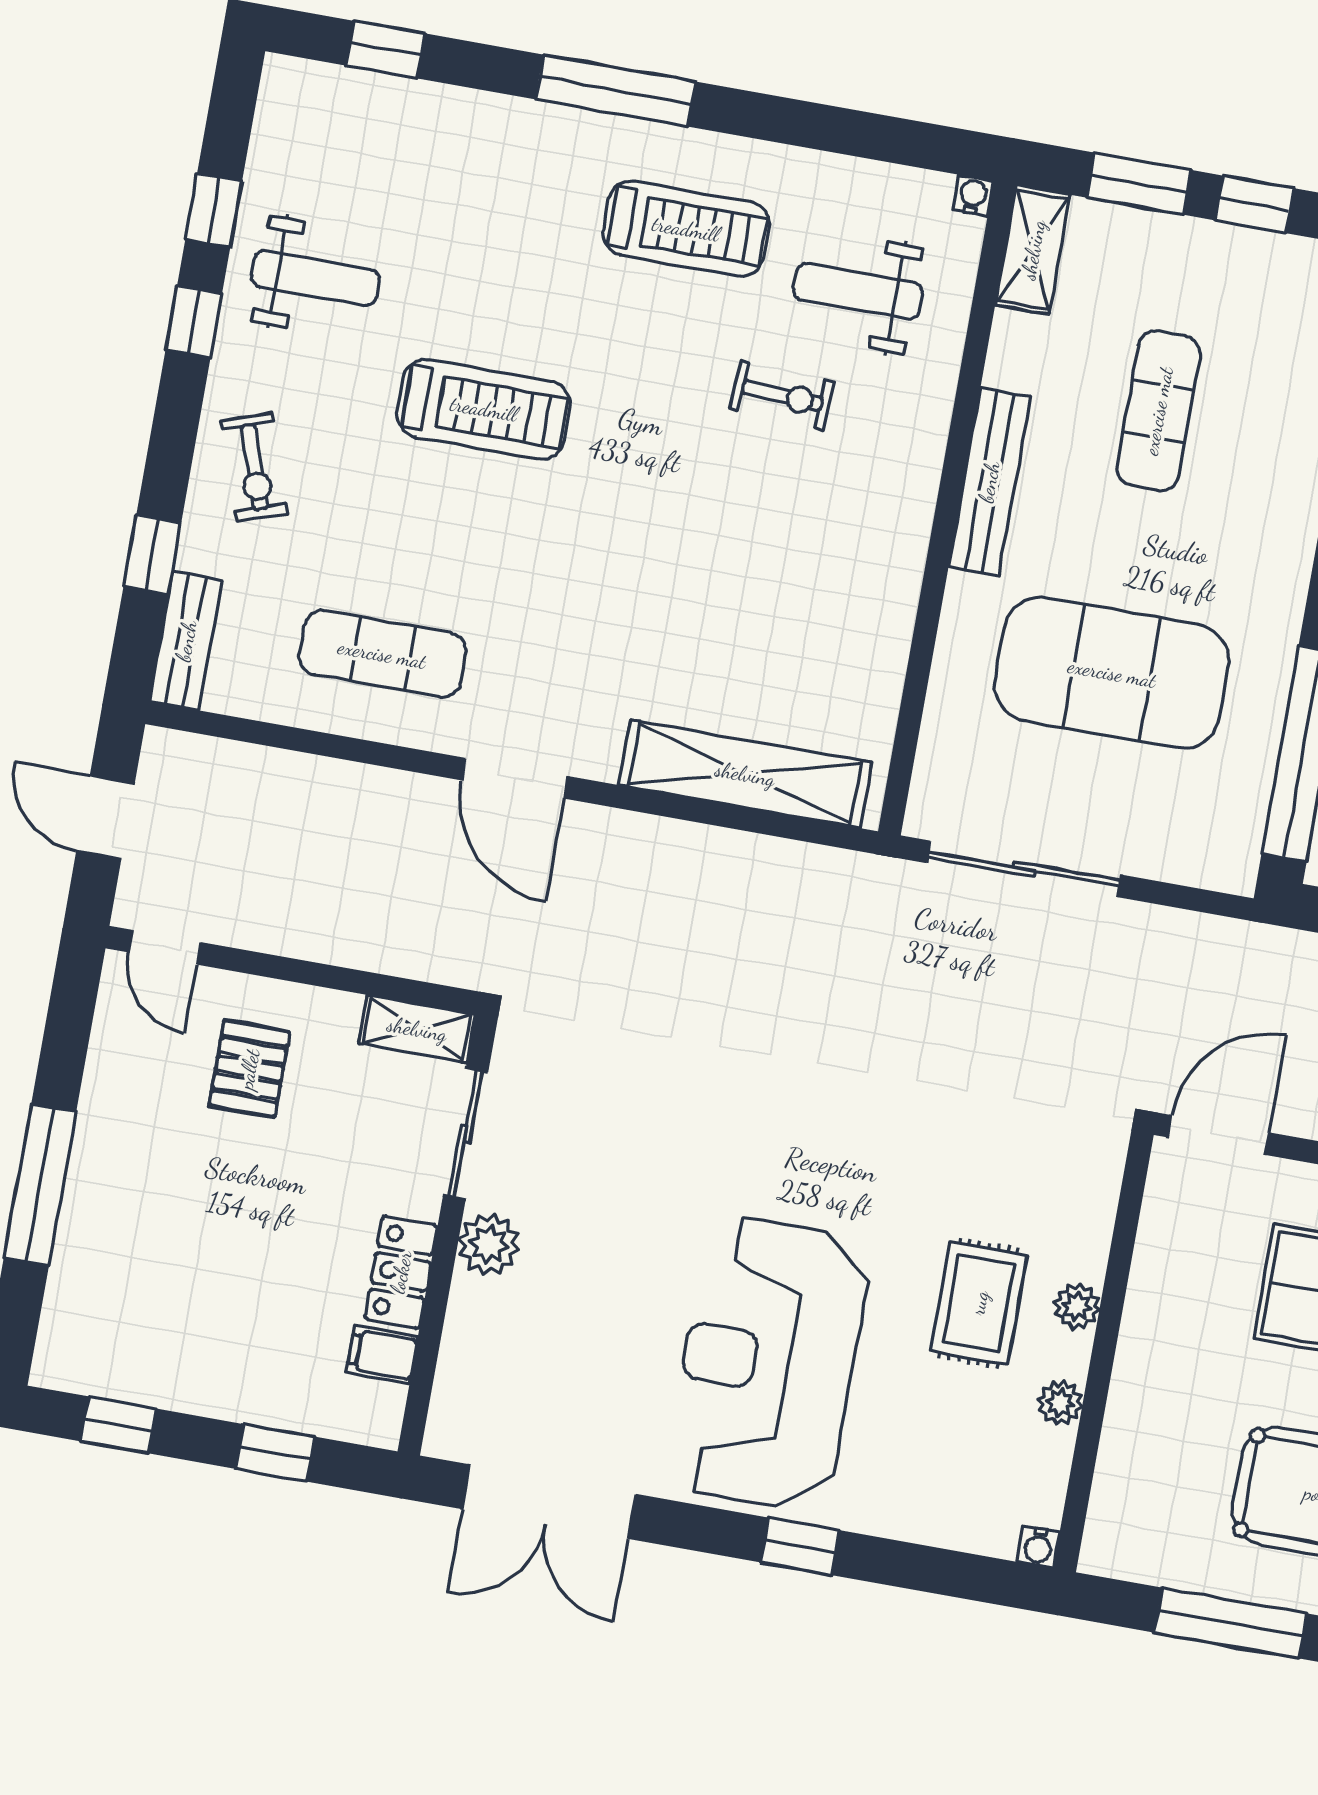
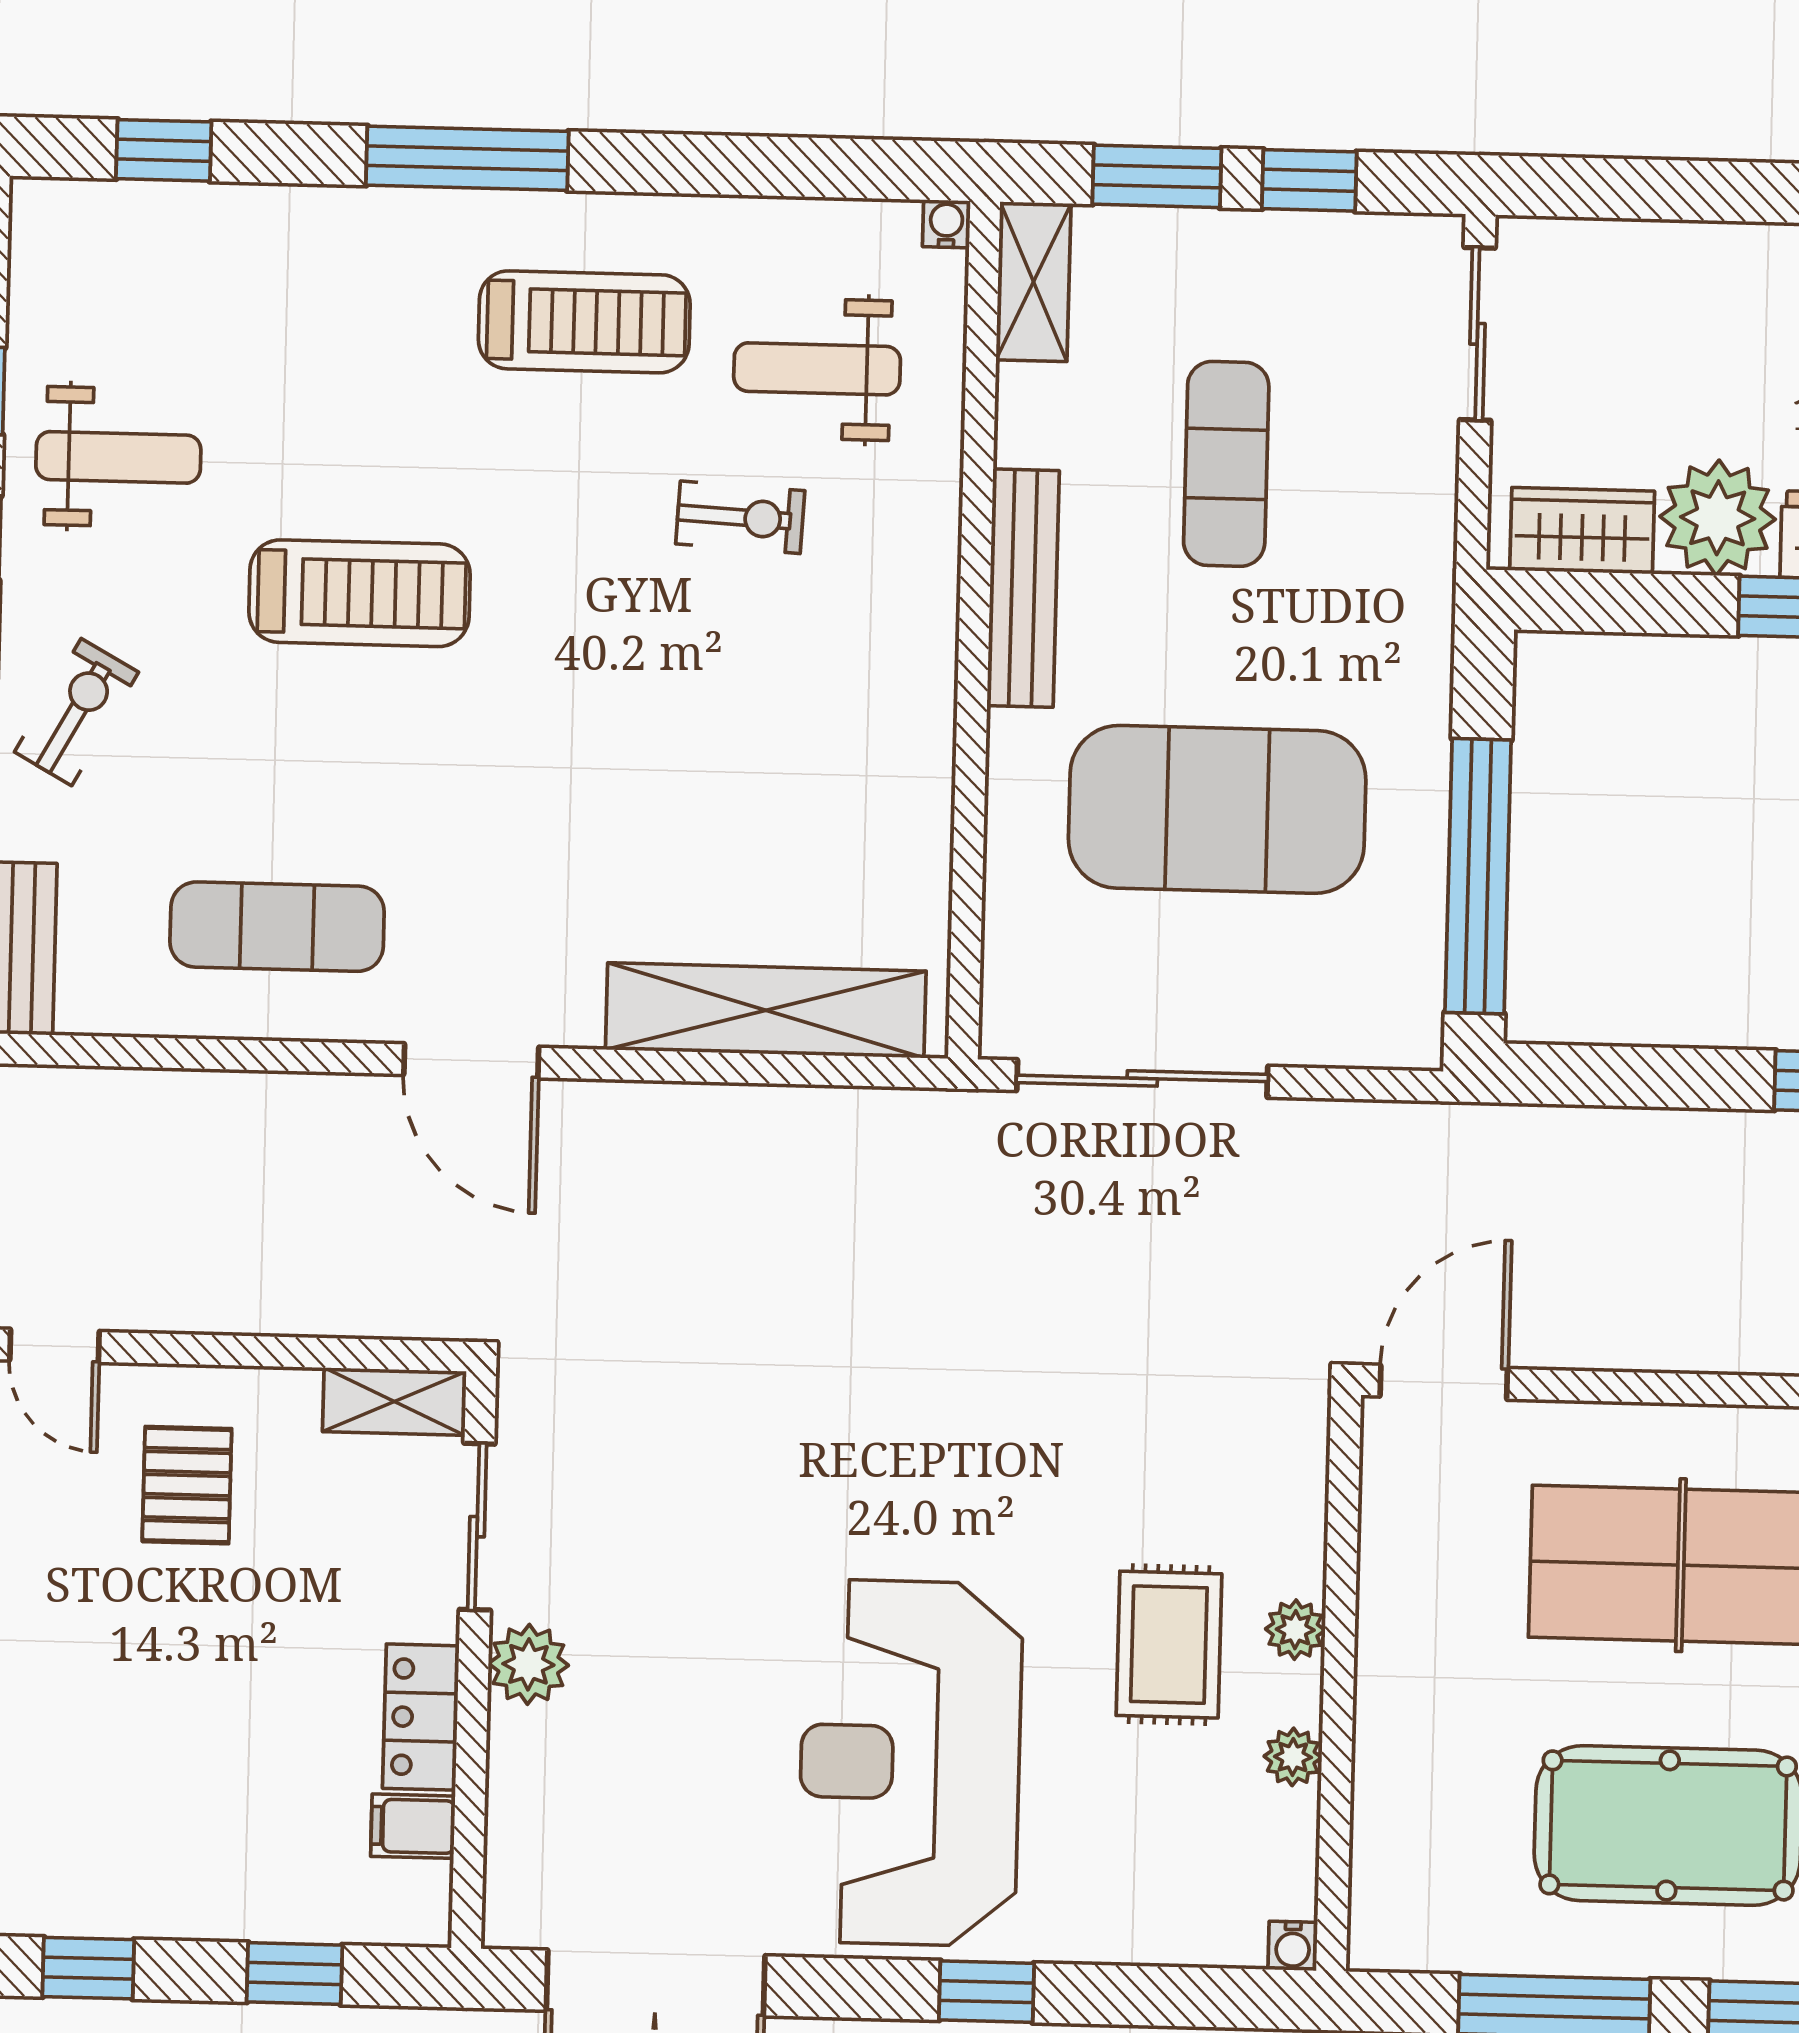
exercise bike: (254, 467) -> (76, 712), turned -132

